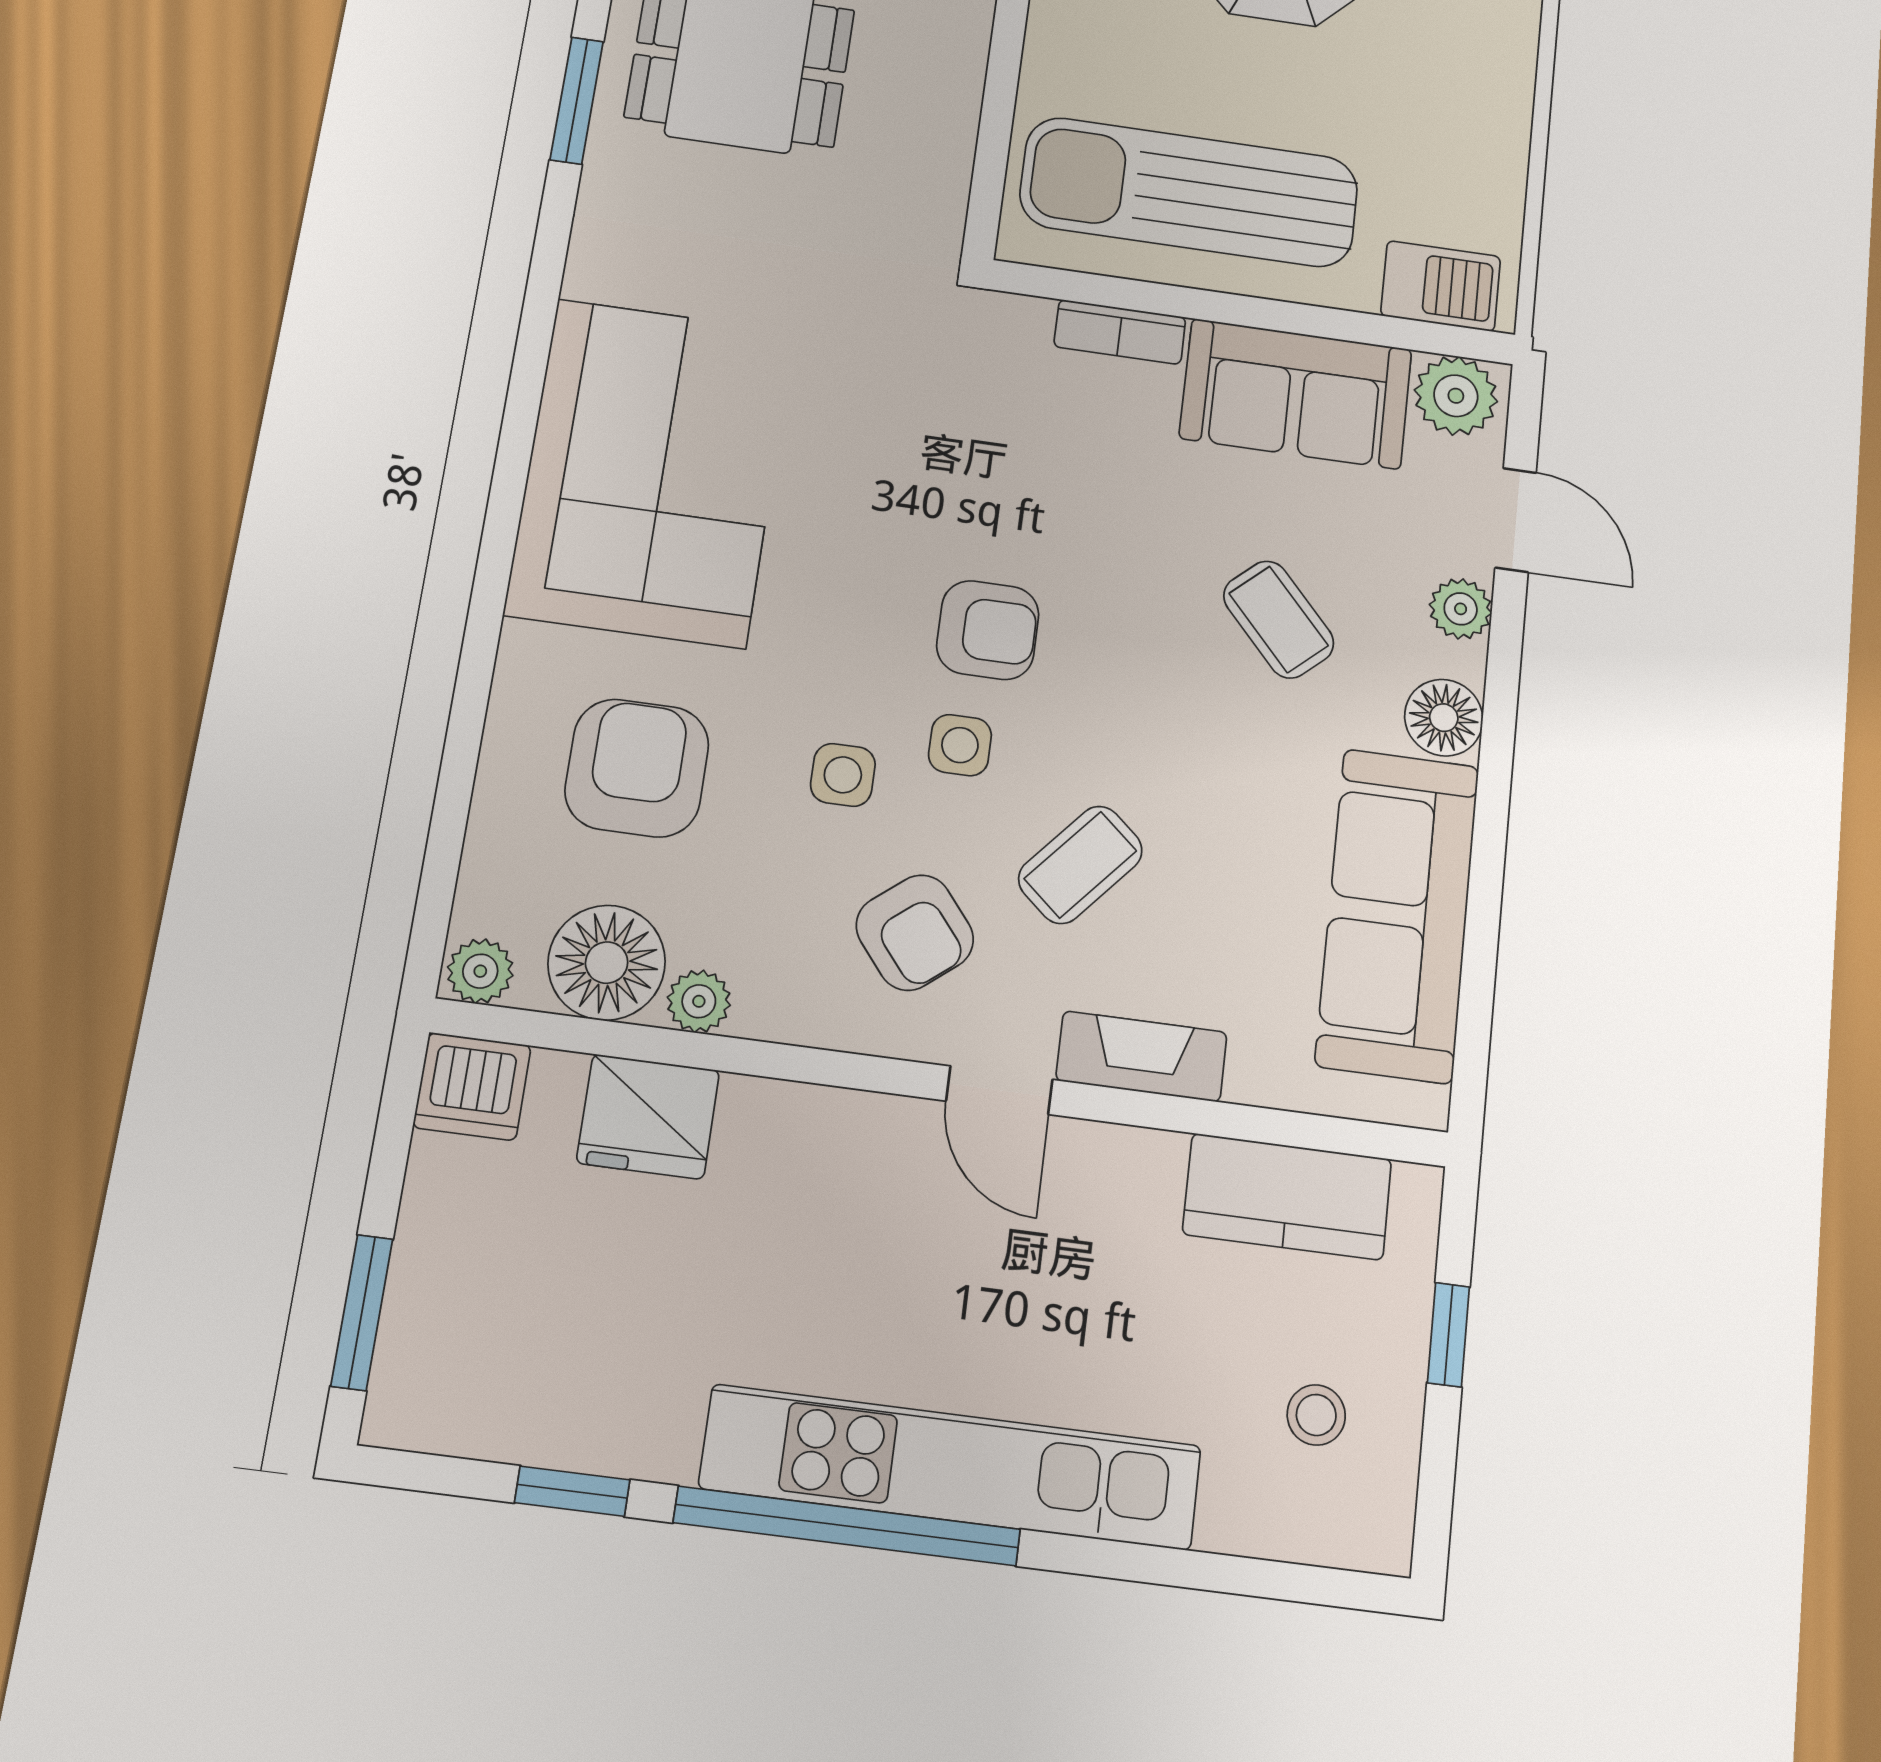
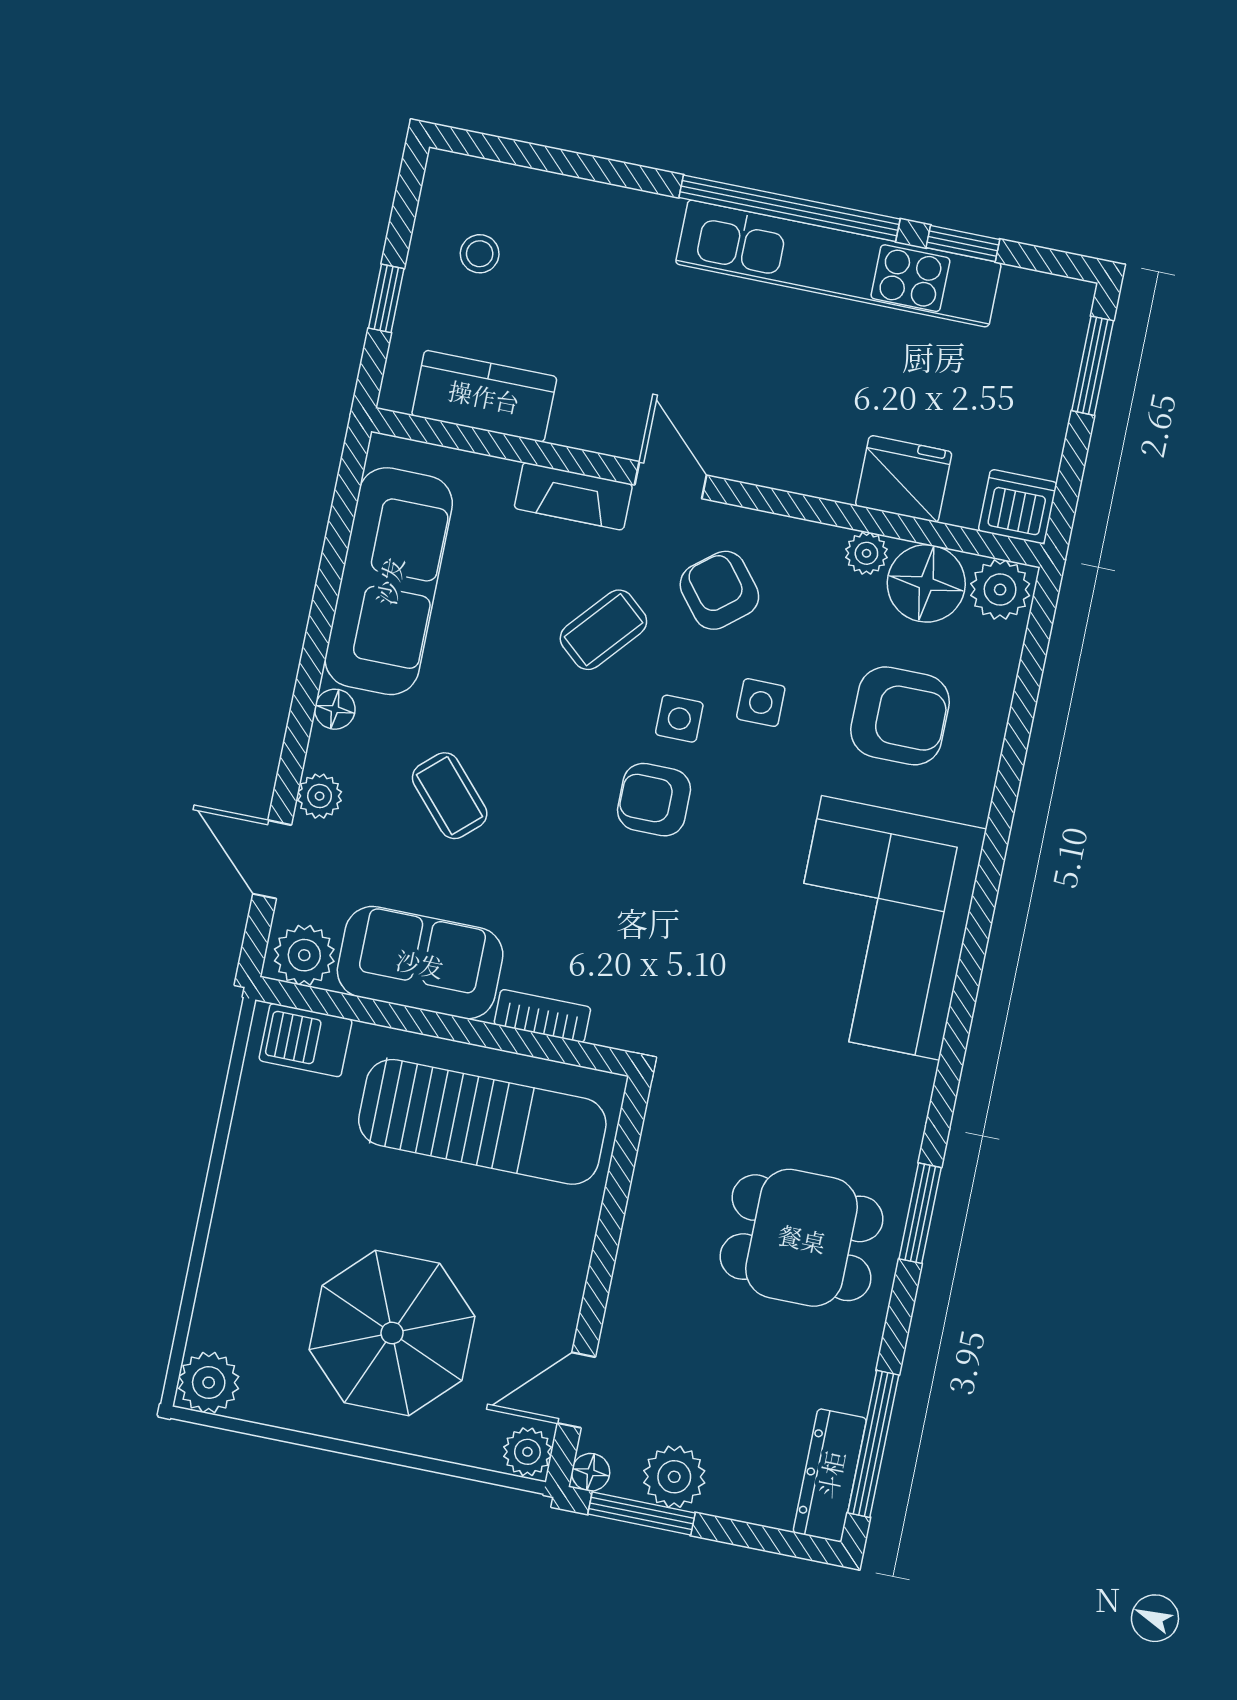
floor lamp: (1444, 718) -> (335, 709), width x0.73, depth x0.73
armchair: (637, 768) -> (900, 716), turned -90
plant: (480, 971) -> (1000, 590), width x1.38, depth x1.38
kitchen unit: (951, 1467) -> (838, 263), moved

